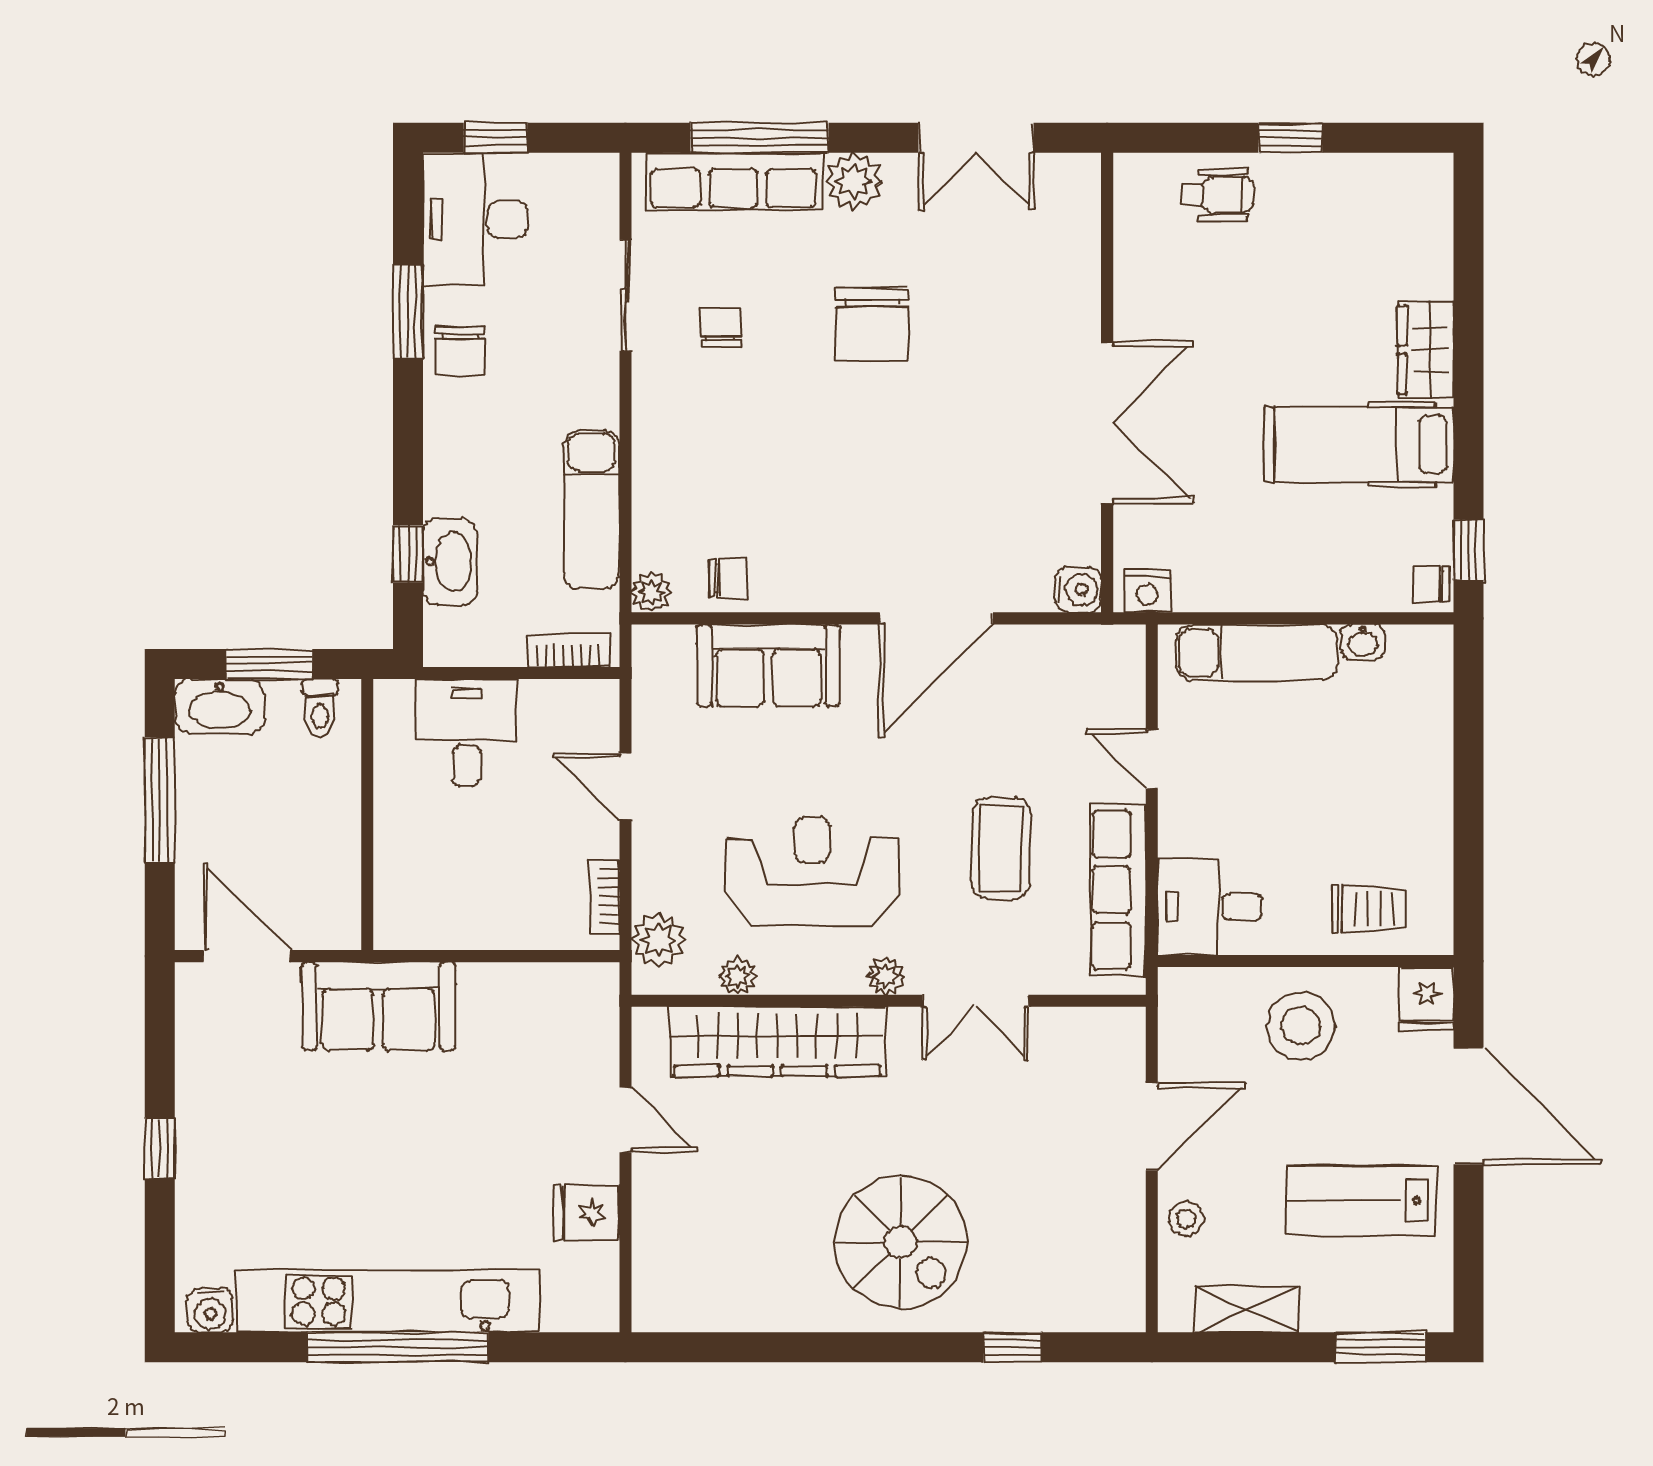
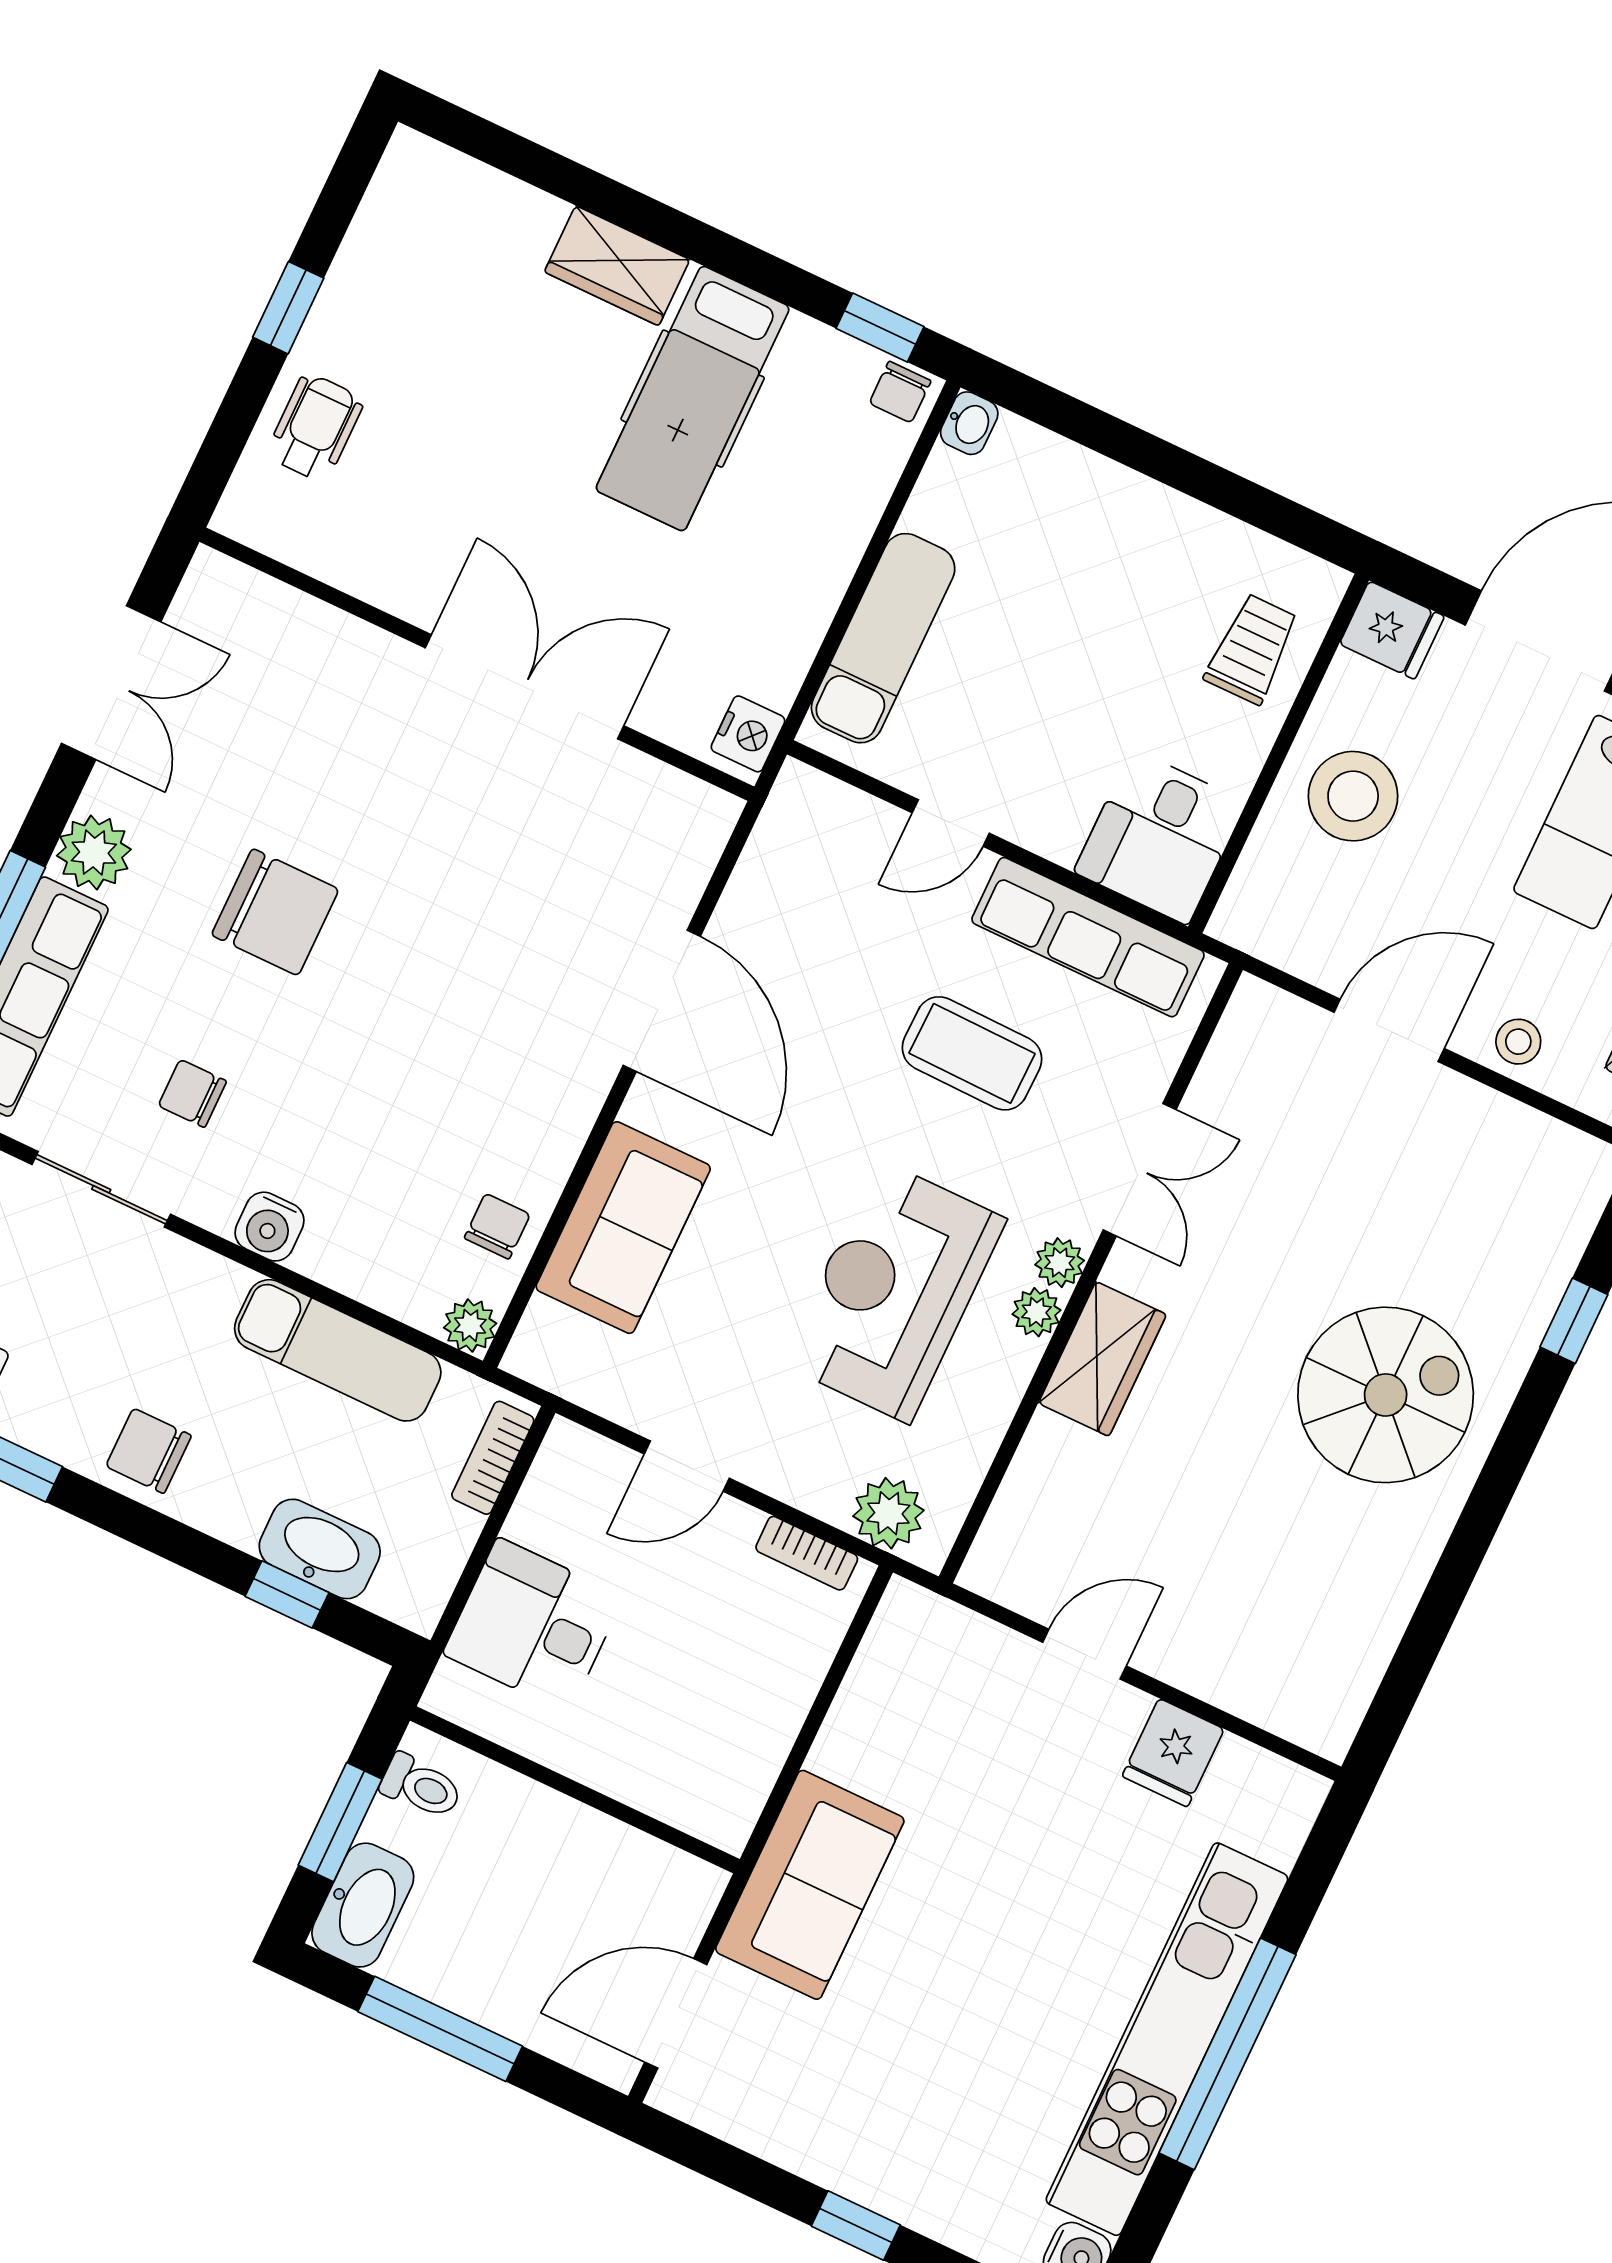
chair: (460, 351) -> (149, 1451), moved, turned 180
water cooler: (1078, 589) -> (269, 1227), moved, turned 180
washbasin: (1363, 642) -> (969, 423), moved
plant: (738, 976) -> (1036, 1312), moved
wardrobe: (777, 1042) -> (1102, 1359), width x0.48, depth x0.85
door: (1152, 1127) -> (1389, 1030), hinge flipped

